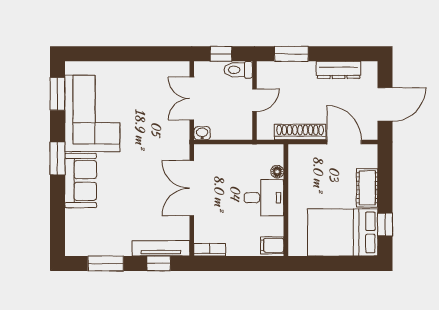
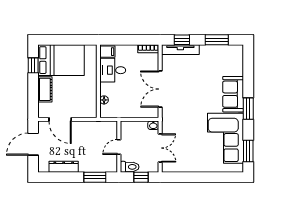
shoe rack: (300, 132) -> (89, 126), removed
double door: (192, 188) -> (160, 89), swing flipped
desk: (264, 198) -> (113, 70), moved

